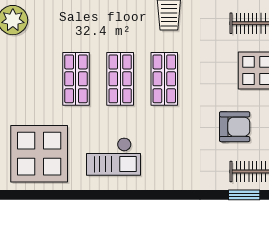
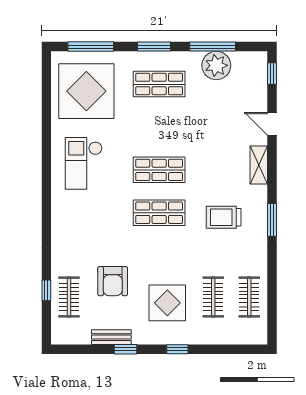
shop shelf: (76, 79) -> (159, 84), moved
window: (244, 195) -> (46, 290), width x0.67

